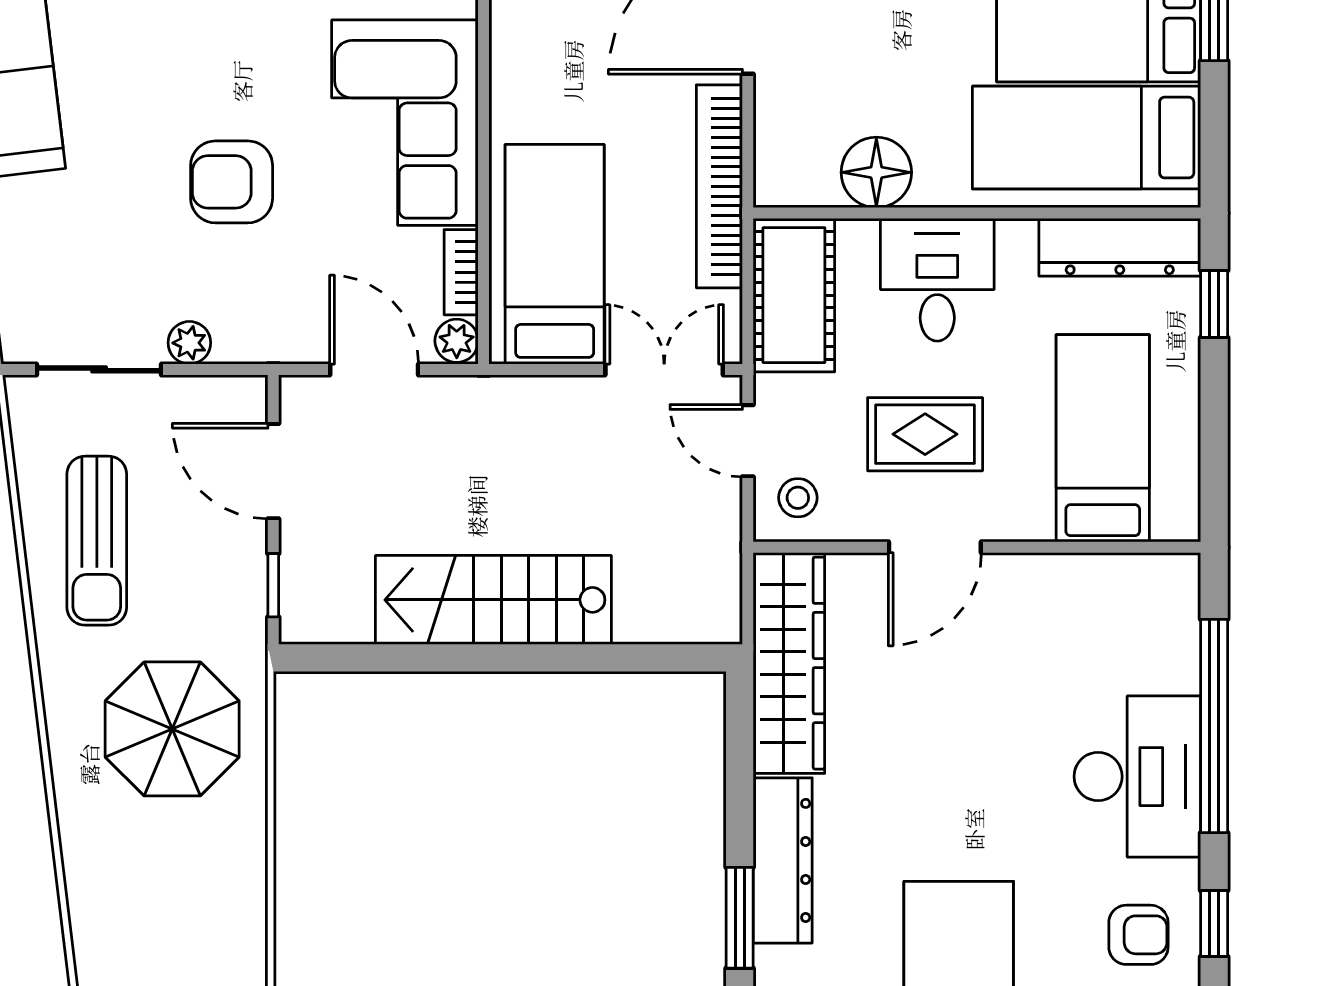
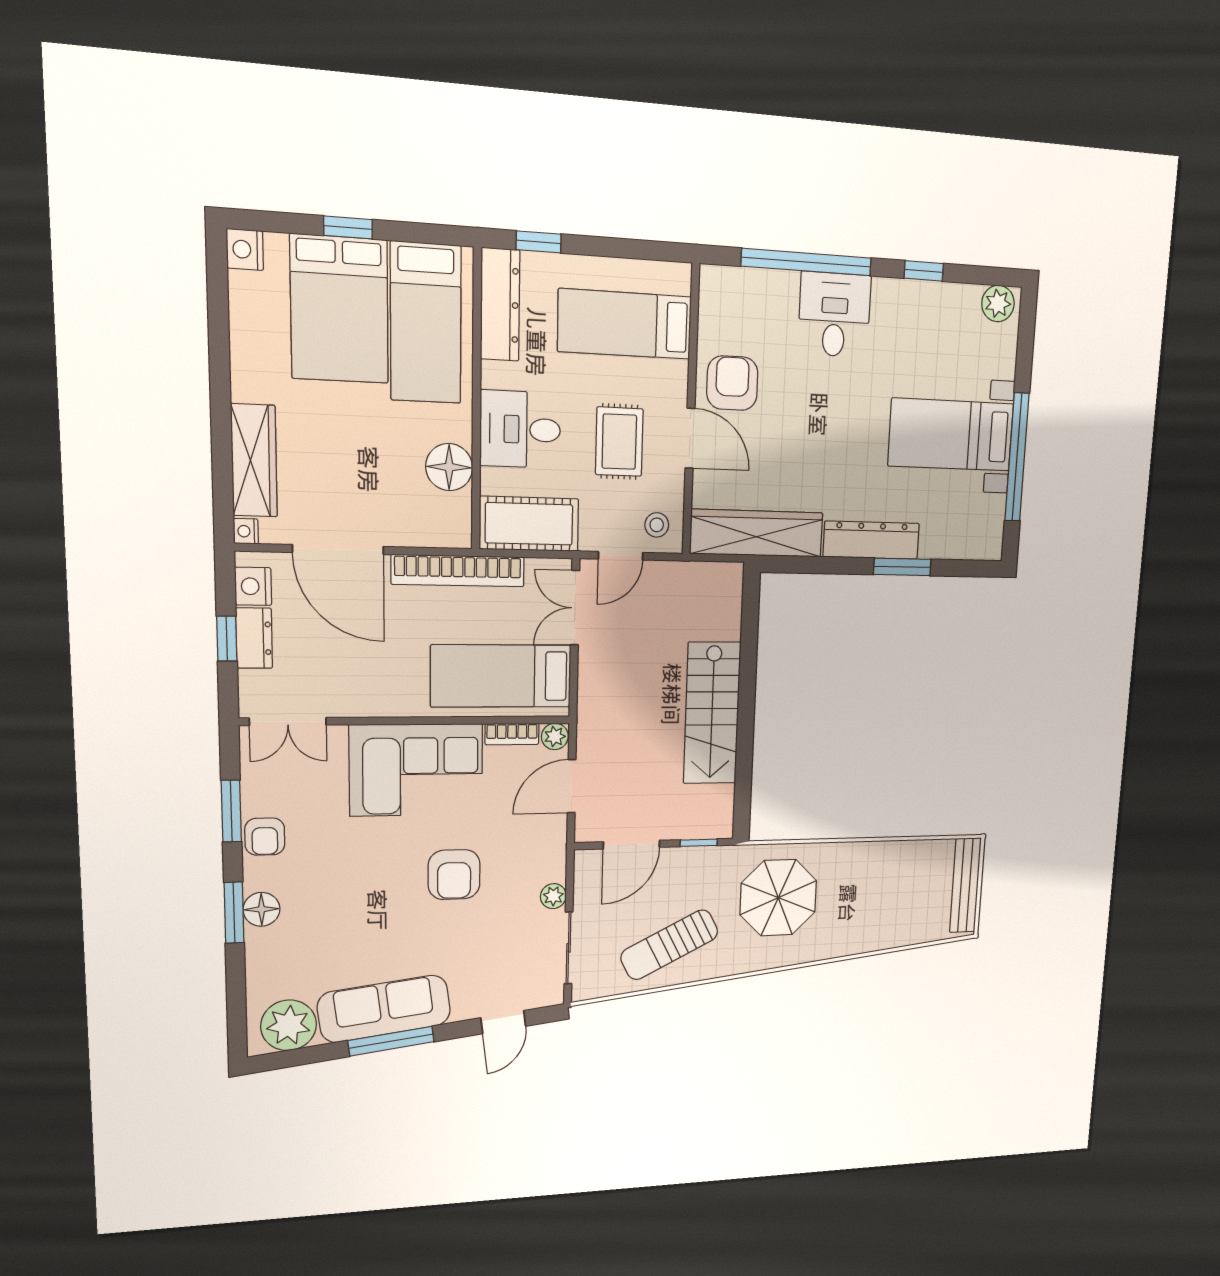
sun lounger: (97, 541) -> (669, 945), turned 153
desk: (1137, 777) -> (834, 315), width x0.73
armchair: (1138, 935) -> (732, 383), moved, width x1.38, depth x1.38

